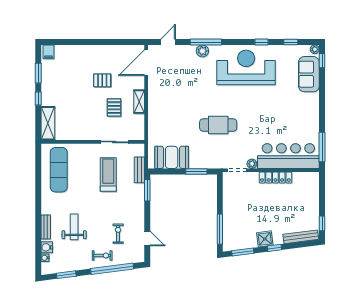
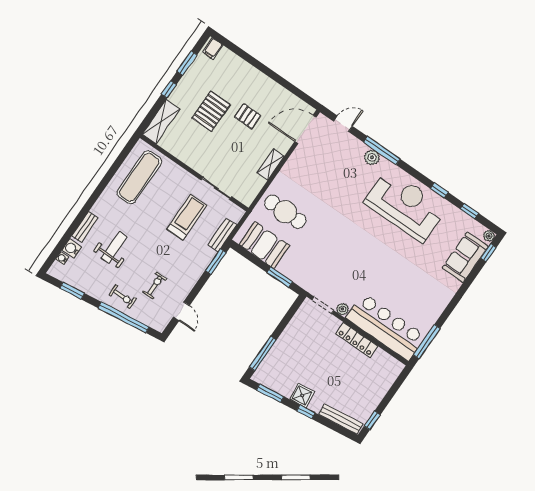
pallet: (114, 108) -> (211, 111), moved, width x1.50, depth x1.42
cafe table: (218, 125) -> (285, 212), moved

